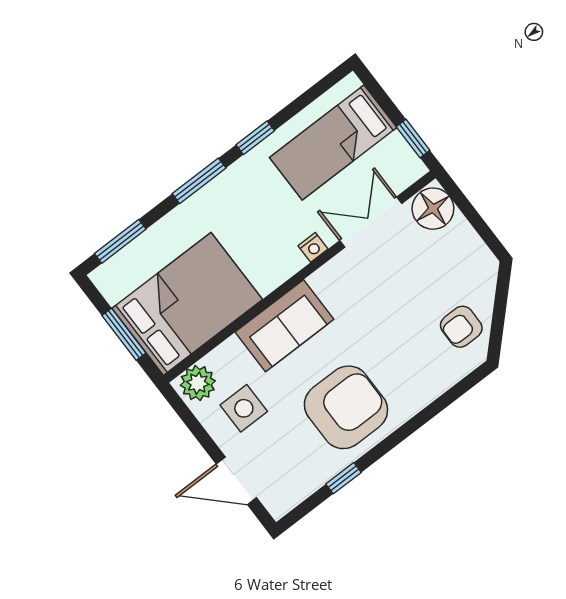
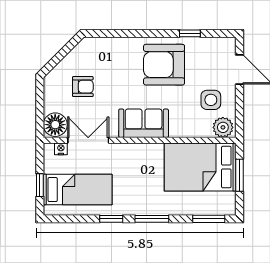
window: (413, 138) -> (40, 185), moved
double door: (371, 222) -> (88, 140), swing flipped
nightstand: (313, 247) -> (61, 149), moved
sofa: (284, 326) -> (144, 123), moved
armchair: (461, 327) -> (83, 87), moved

